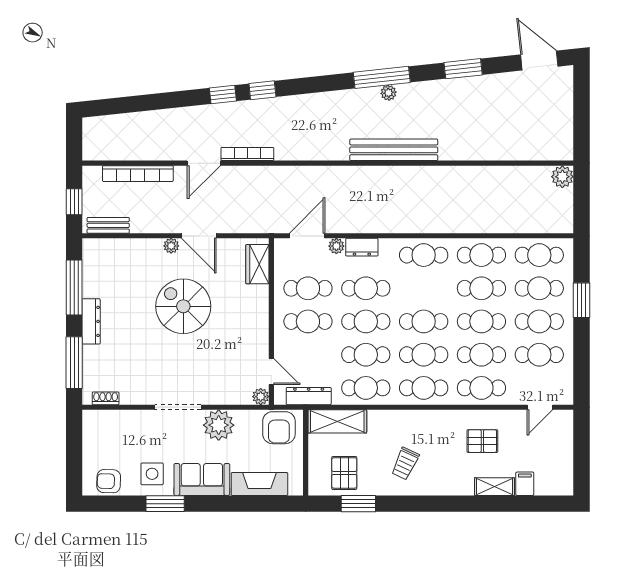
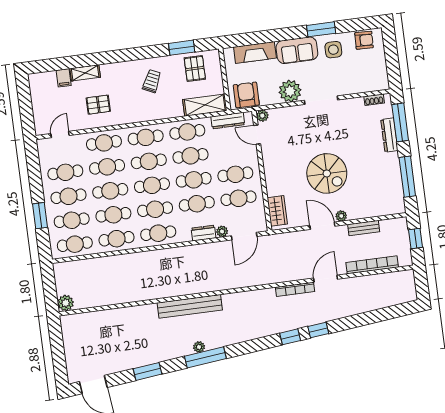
bench: (108, 225) -> (364, 228), moved
cafe table: (424, 288) -> (155, 209), added
dresser: (91, 321) -> (389, 135), moved

